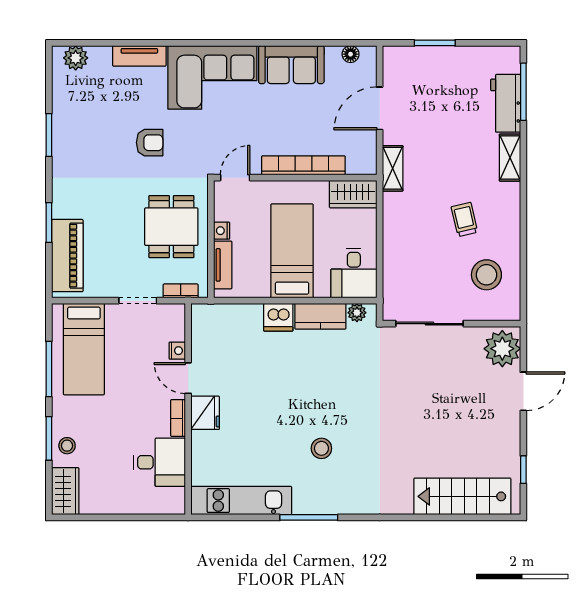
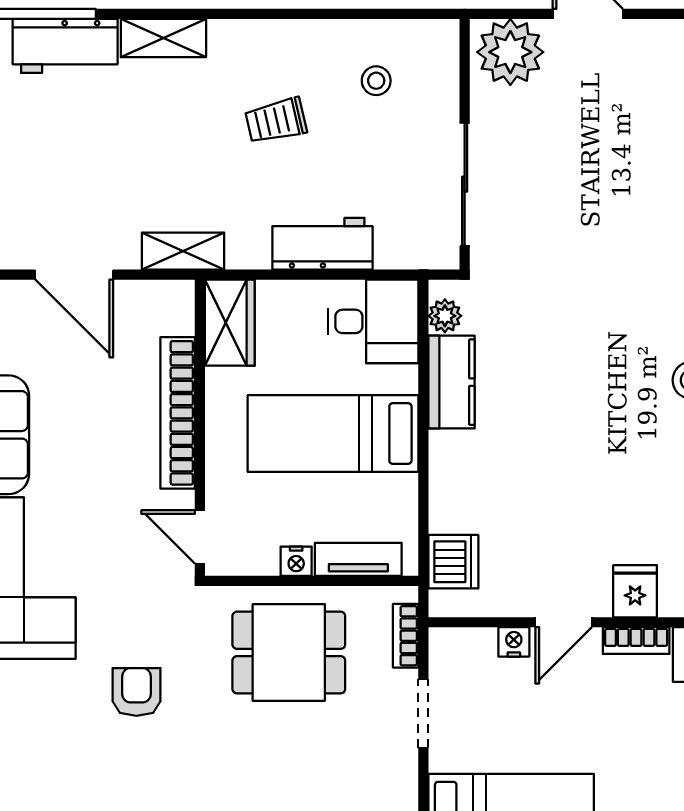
workbench: (397, 245) -> (322, 244), added
stool: (486, 275) -> (376, 81), width x0.53, depth x0.53
dishwasher: (278, 317) -> (453, 562), moved
fridge: (205, 413) -> (635, 591), width x0.72

